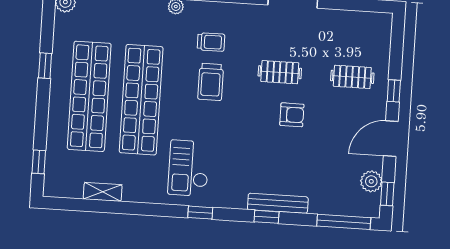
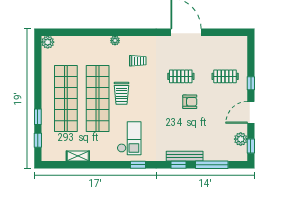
window: (45, 66) -> (38, 117), moved
trolley: (211, 82) -> (121, 93), moved
checkout: (189, 168) -> (129, 138), turned 180
window: (344, 222) -> (212, 165), moved

